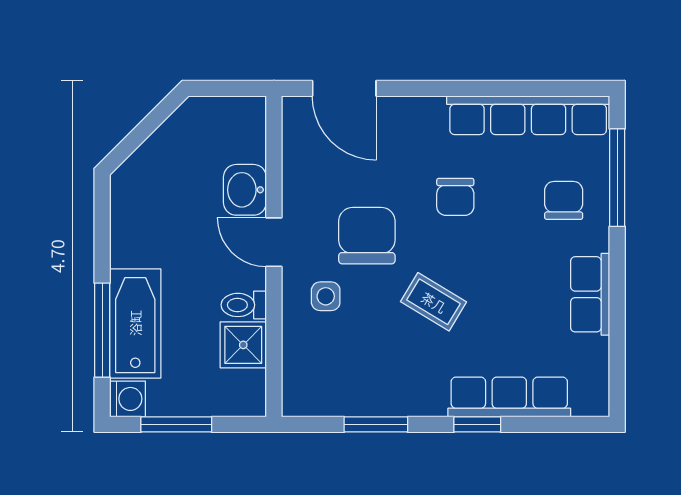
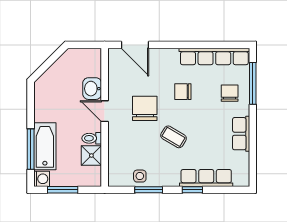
chair: (455, 197) -> (183, 92), turned 90
side table: (326, 296) -> (140, 176), moved

